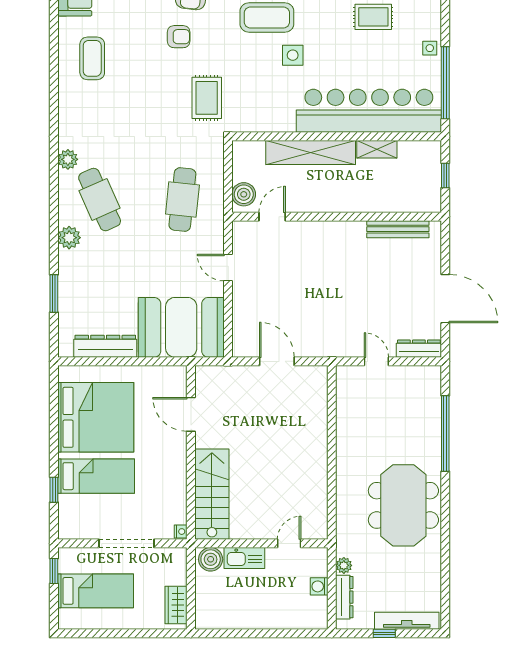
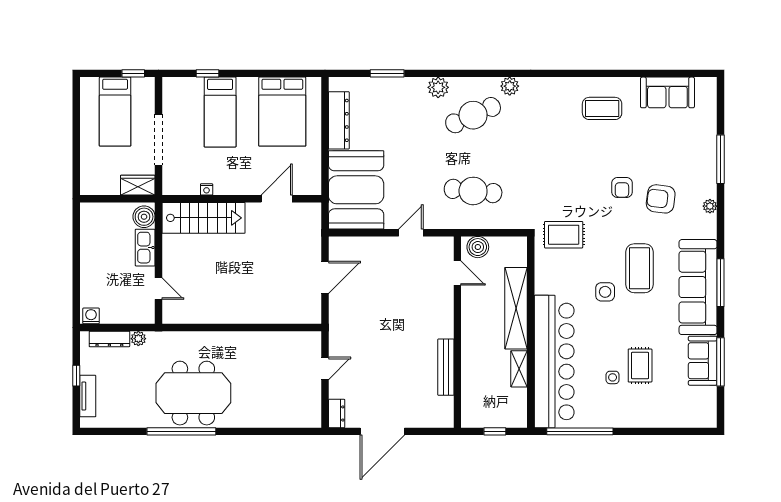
side table: (430, 48) -> (613, 377), moved
rug: (207, 98) -> (564, 235), moved
bench: (398, 229) -> (446, 367), moved
dresser: (419, 349) -> (337, 413), width x0.70
bed: (96, 417) -> (282, 112), width x0.73
window: (445, 434) -> (181, 431), moved
nightstand: (181, 532) -> (207, 189), moved
washing machine: (319, 586) -> (91, 316), moved
wardrobe: (176, 605) -> (138, 185), moved
tv unit: (407, 621) -> (88, 396), width x0.71

